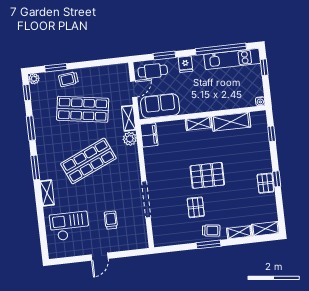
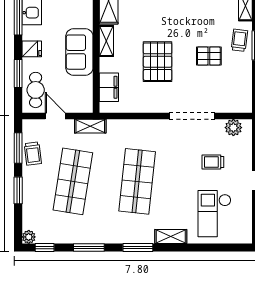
window: (105, 62) -> (18, 148), added
window: (56, 68) -> (18, 190), moved
trolley: (68, 79) -> (33, 154), moved
sofa: (160, 106) -> (79, 52), moved
filing cabinet: (149, 135) -> (109, 87), moved, turned 90
plant: (130, 139) -> (233, 128), moved
shop shelf: (88, 161) -> (137, 181), turned 30
pallet: (207, 175) -> (158, 62), moved

